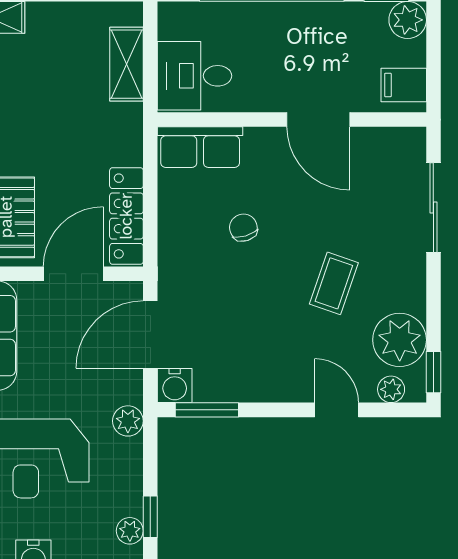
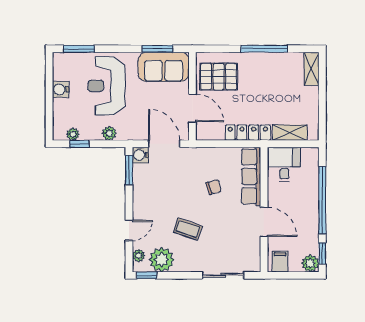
door: (318, 120) -> (264, 222), swing flipped
row of seats: (200, 147) -> (251, 176), width x1.48
locker: (126, 216) -> (248, 133), moved
plant: (128, 421) -> (109, 133), moved

